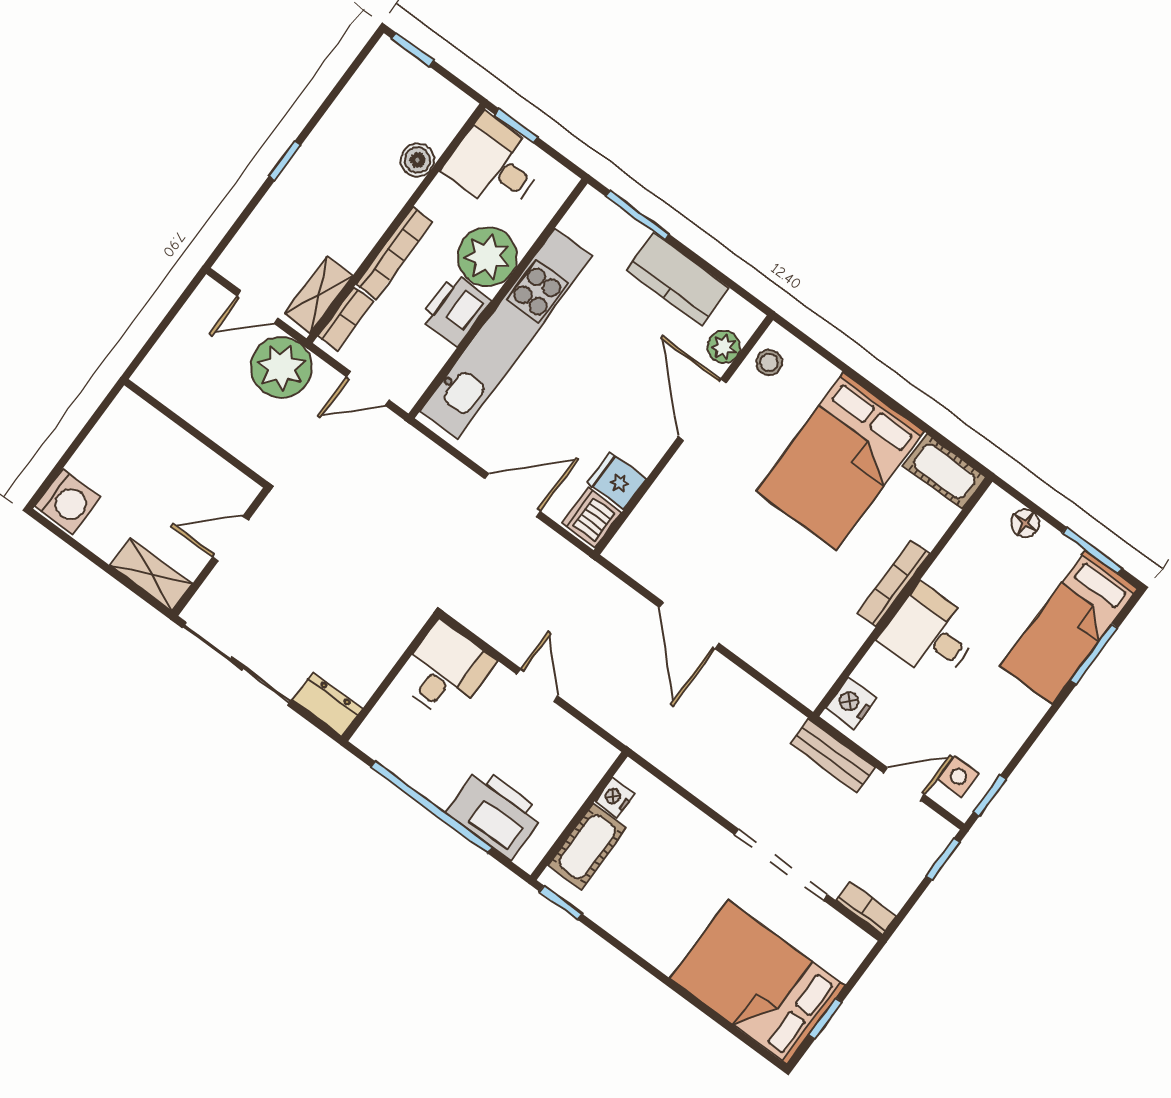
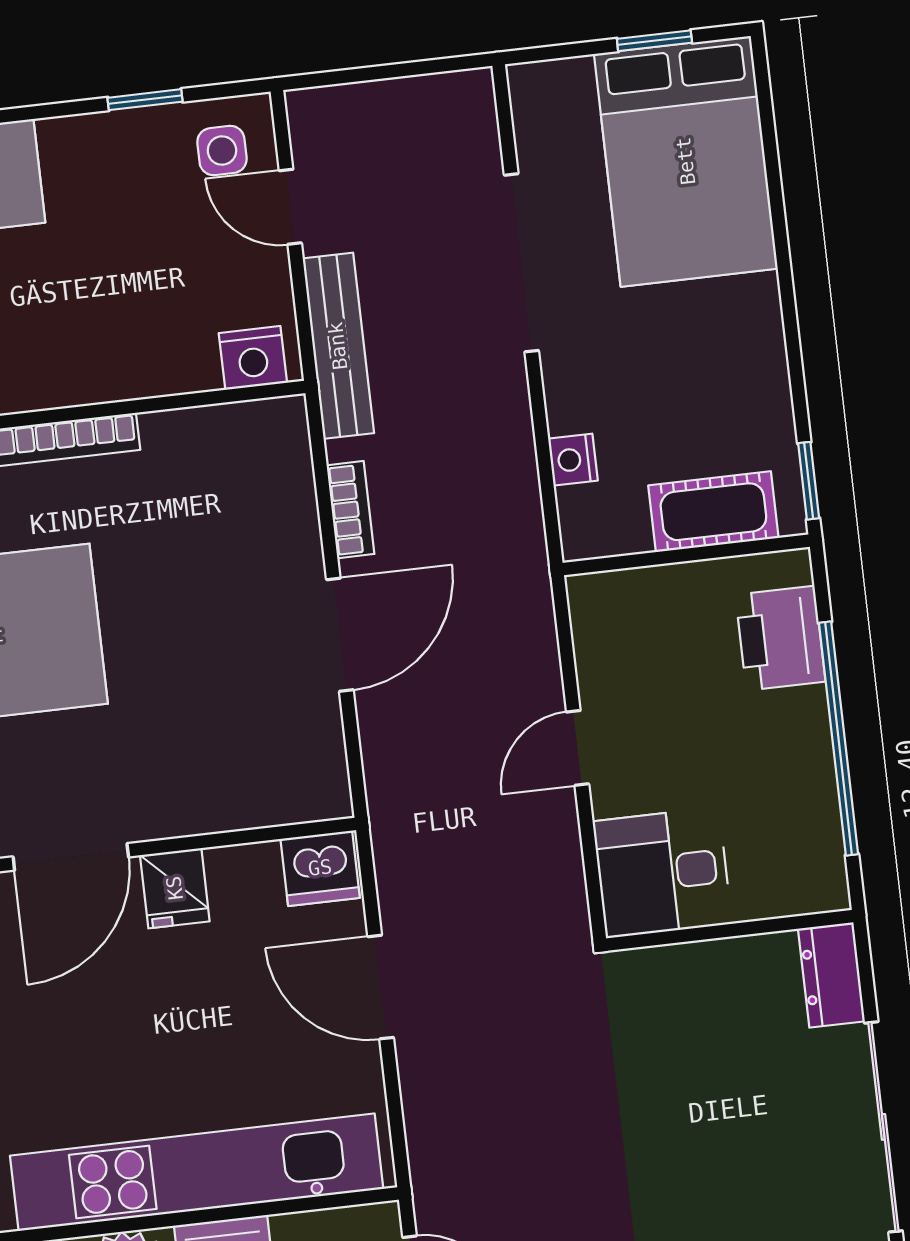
fridge: (617, 481) -> (175, 888), moved
desk: (930, 634) -> (85, 341), removed
bench: (833, 756) -> (338, 346), width x1.36
window: (990, 796) -> (145, 100), moved
nightstand: (615, 797) -> (573, 460), moved, turned 90
printer: (495, 813) -> (780, 638), width x0.73, depth x0.84
window: (943, 859) -> (337, 78), removed
bookcase: (866, 908) -> (350, 510), moved, turned 180

